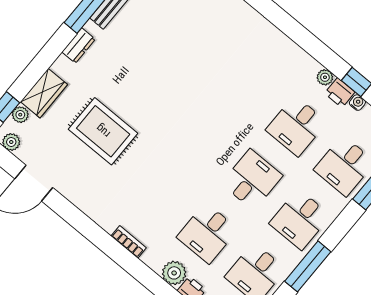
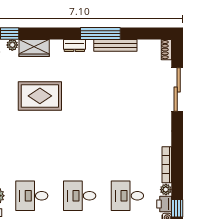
bookcase: (298, 53) -> (167, 165), added
rug: (103, 131) -> (40, 96), turned 90
desk: (252, 180) -> (80, 196), turned 180

